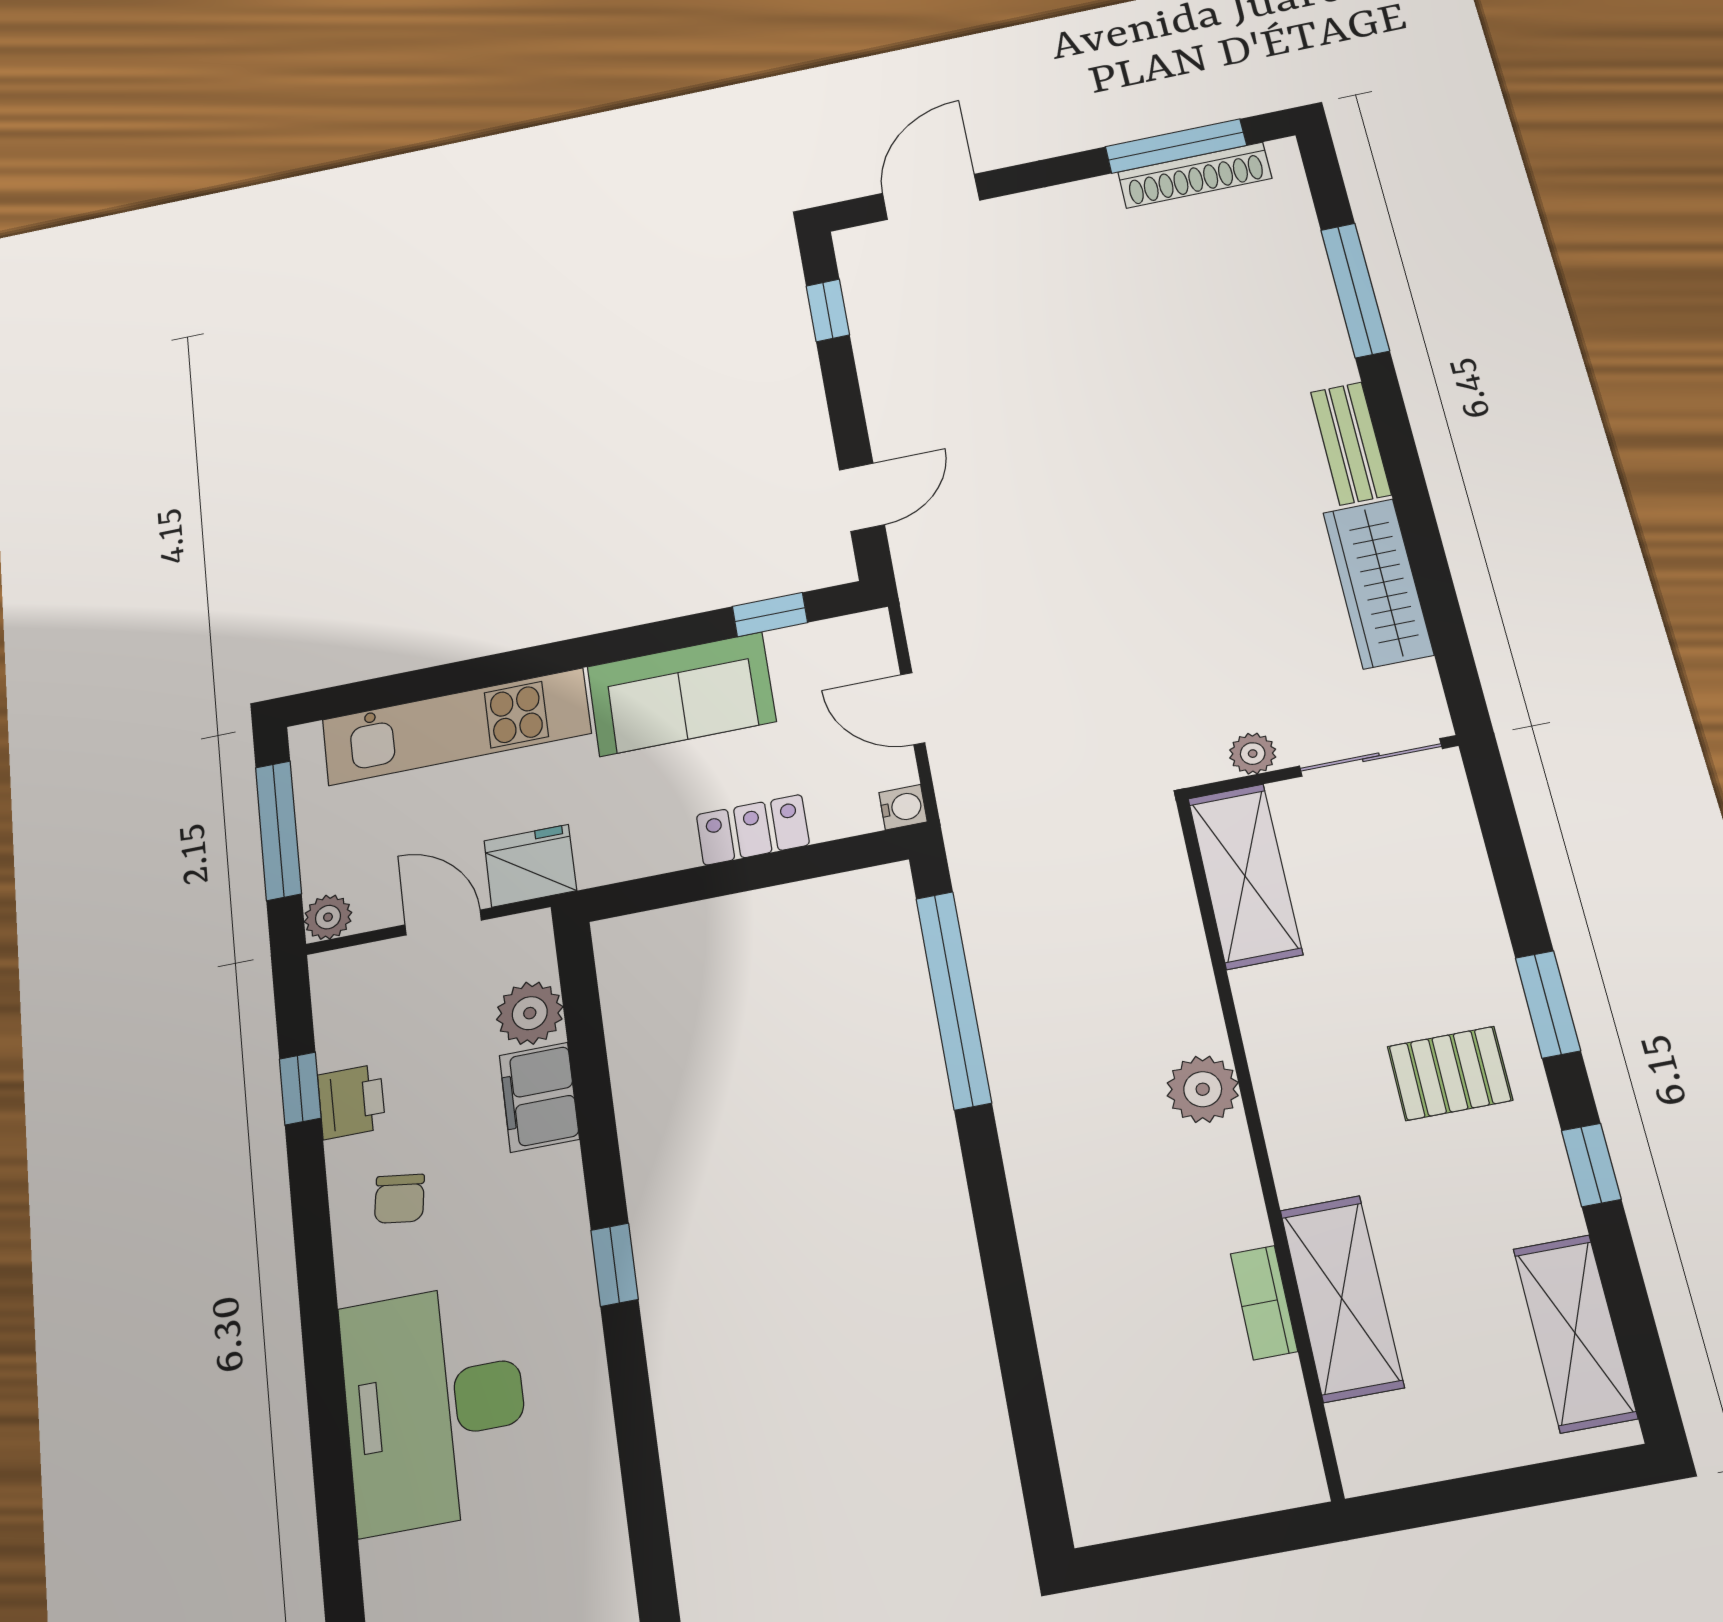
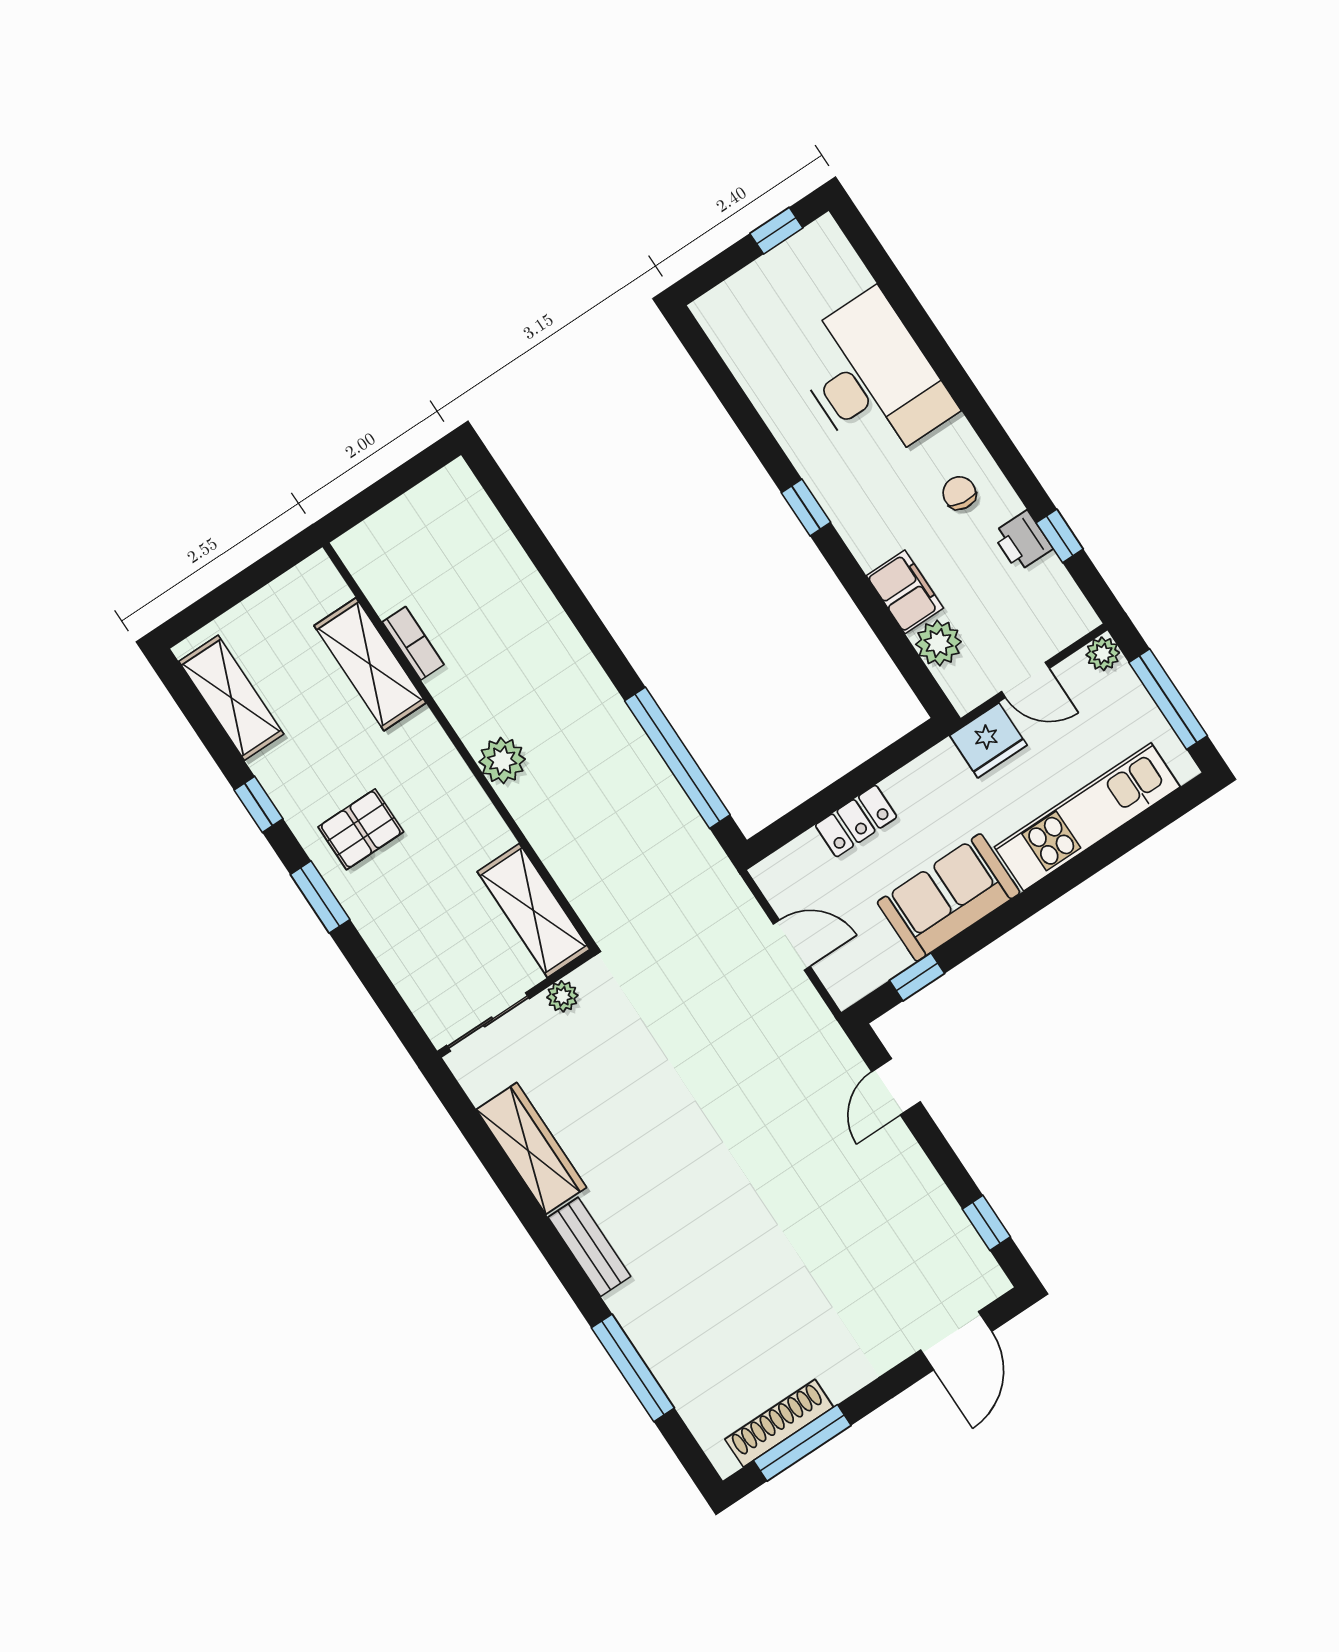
water cooler: (903, 807) -> (767, 874), removed

